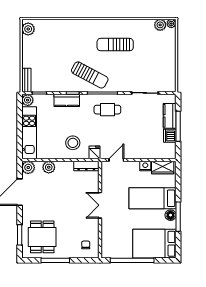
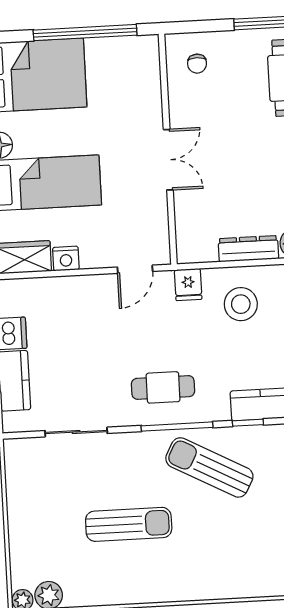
sun lounger: (115, 45) -> (129, 524), moved
dresser: (86, 166) -> (248, 249), moved

